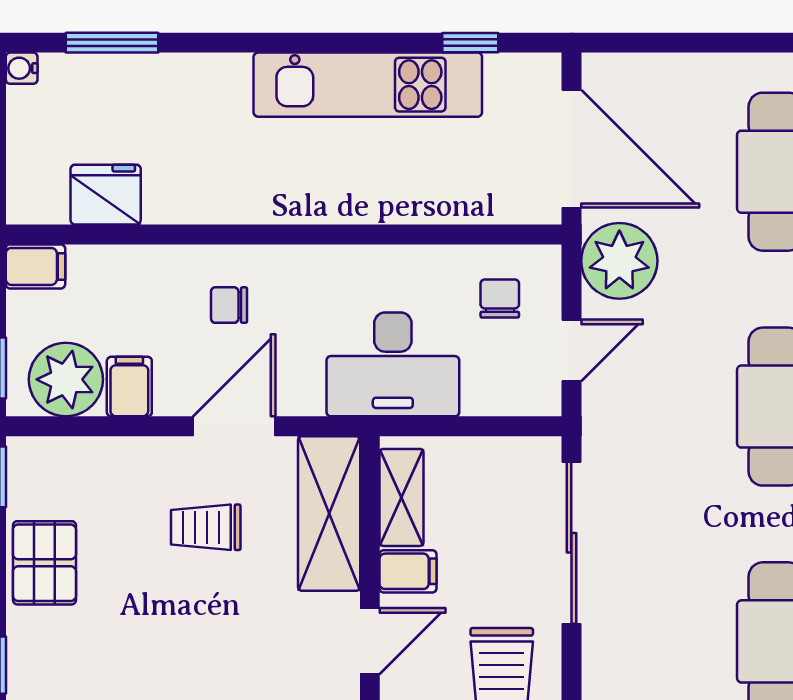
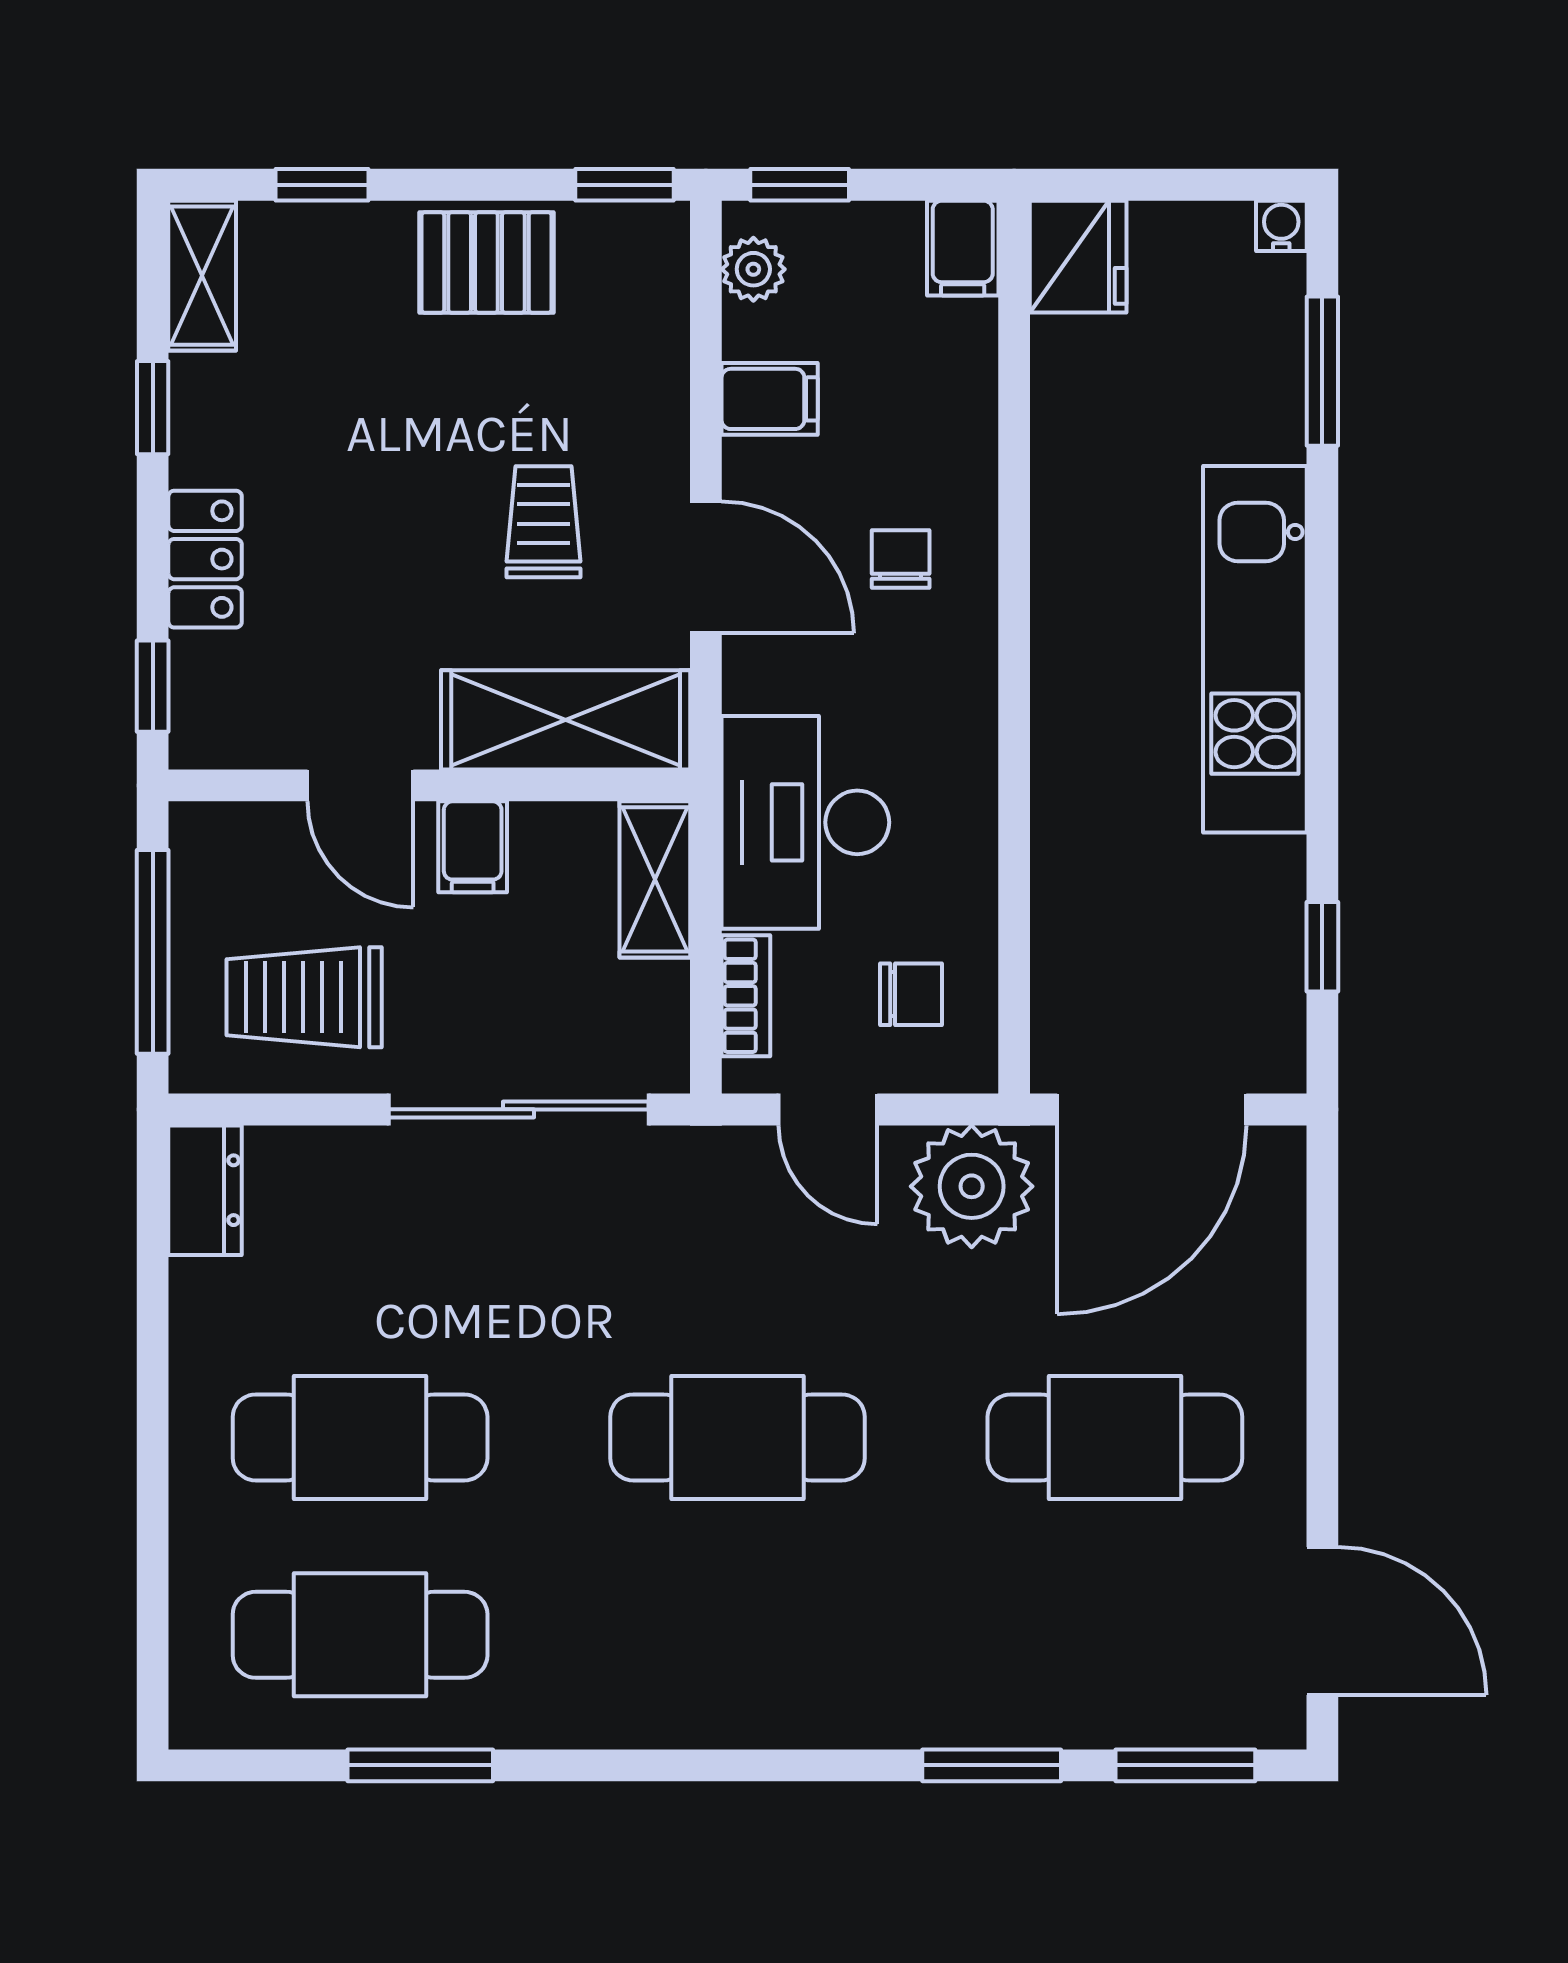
kitchen unit: (368, 85) -> (1255, 649), moved
fridge: (106, 195) -> (1078, 257), moved
plant: (66, 379) -> (753, 269), width x0.53, depth x0.53
bookcase: (501, 401) -> (746, 996), added
shelving: (402, 497) -> (655, 879), moved, turned 90

